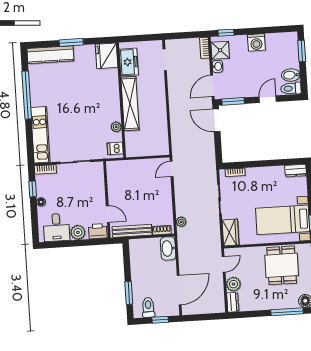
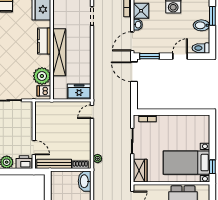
freezer: (129, 62) -> (79, 92), moved, turned -90
bidet: (291, 75) -> (201, 25), moved
kitchen counter: (112, 92) -> (44, 41), added
plant: (116, 127) -> (42, 76), width x1.88, depth x1.88
dresser: (296, 171) -> (200, 120), removed

